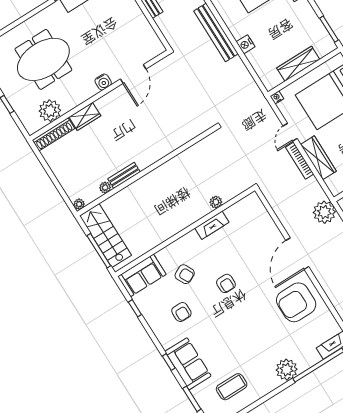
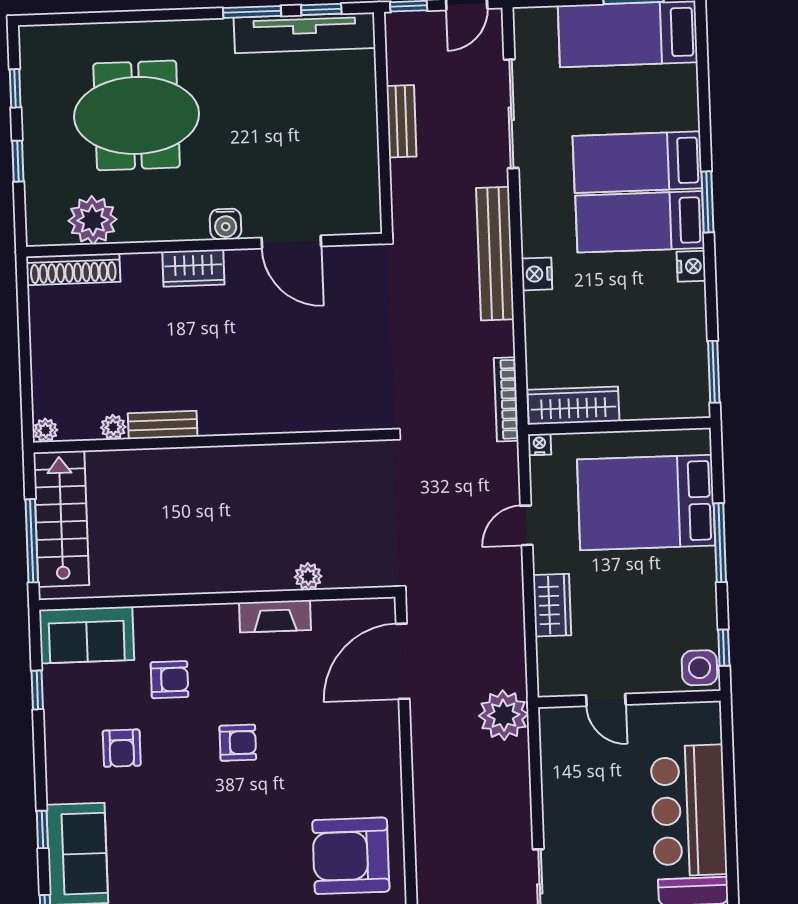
nightstand: (246, 44) -> (537, 274), moved
wardrobe: (298, 64) -> (573, 405), moved
door: (133, 74) -> (291, 242), hinge flipped
wardrobe: (85, 116) -> (193, 268), moved
wardrobe: (318, 158) -> (552, 605), width x0.67
bookcase: (300, 161) -> (506, 399), moved
door: (297, 254) -> (403, 661), moved
armchair: (185, 274) -> (169, 680), turned -63
armchair: (226, 283) -> (238, 743), turned -90

